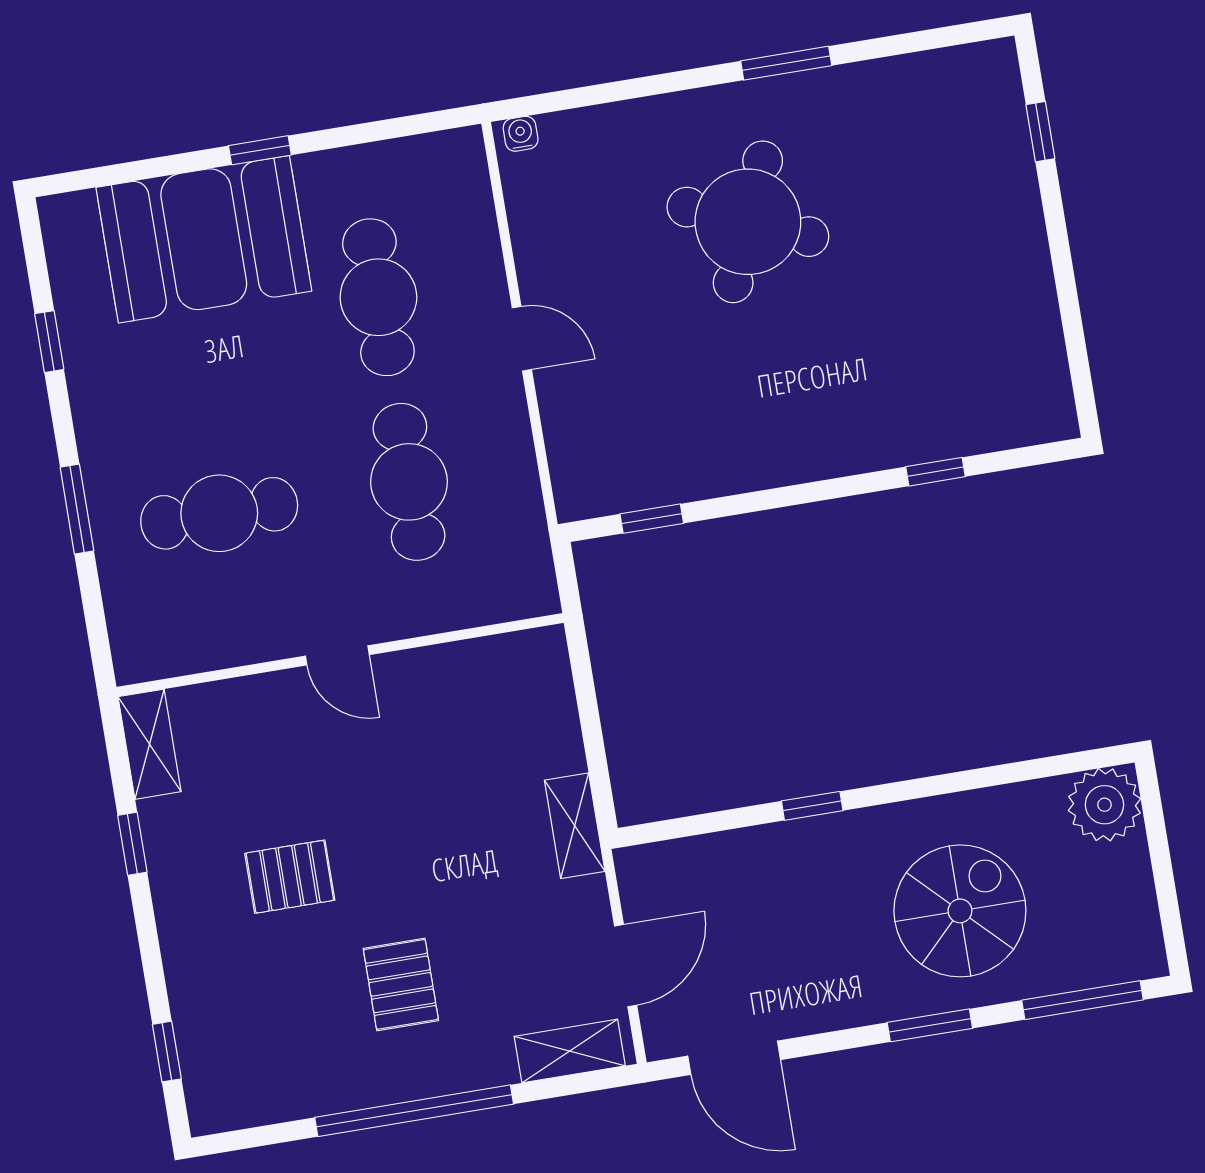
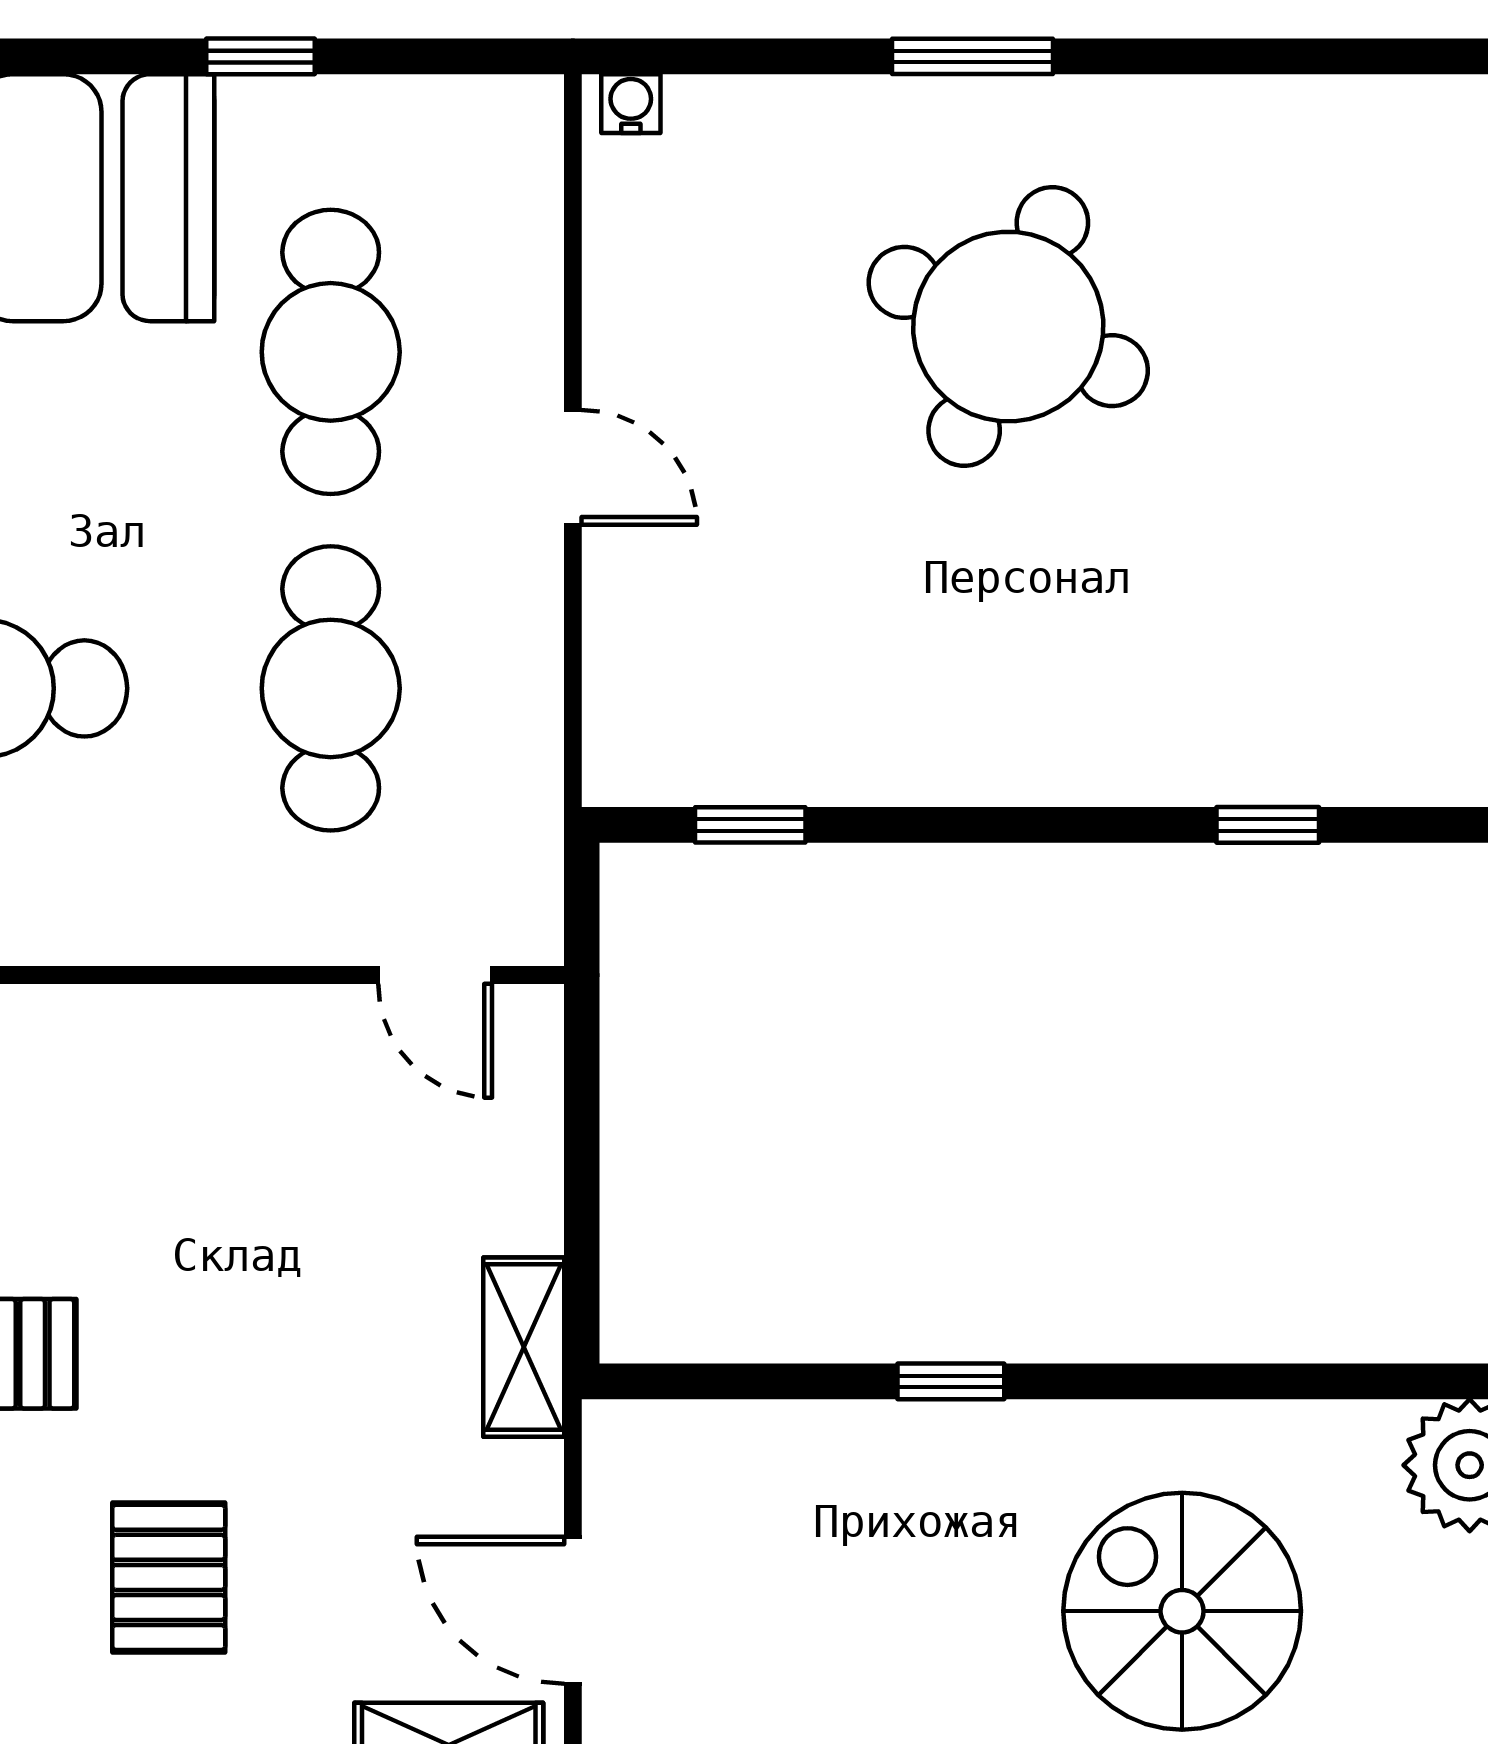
window: (786, 63) -> (972, 56), moved
window: (260, 150) -> (261, 56), moved
door: (337, 655) -> (435, 975), moved
spiral stairs: (960, 911) -> (1182, 1611), turned -90
door: (626, 966) -> (573, 1610), swing flipped

